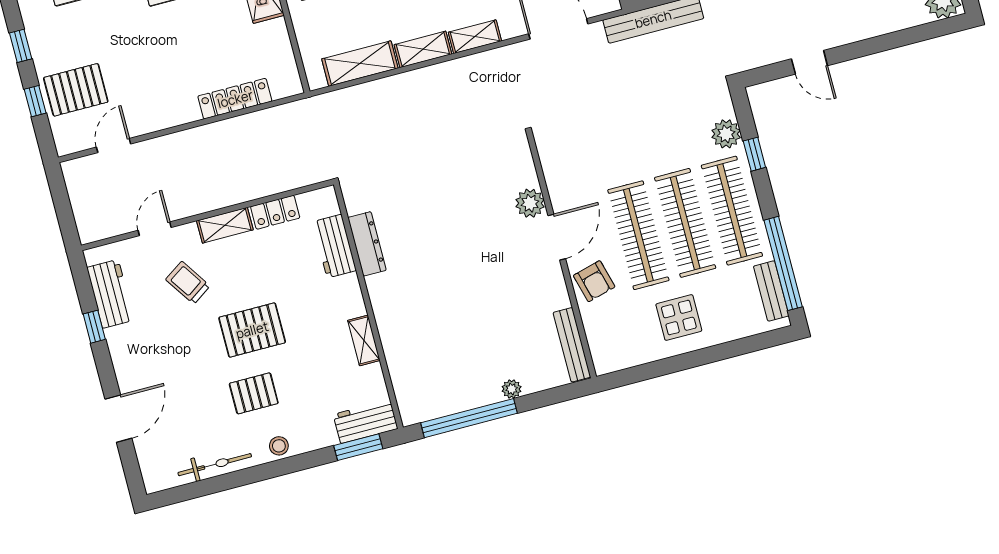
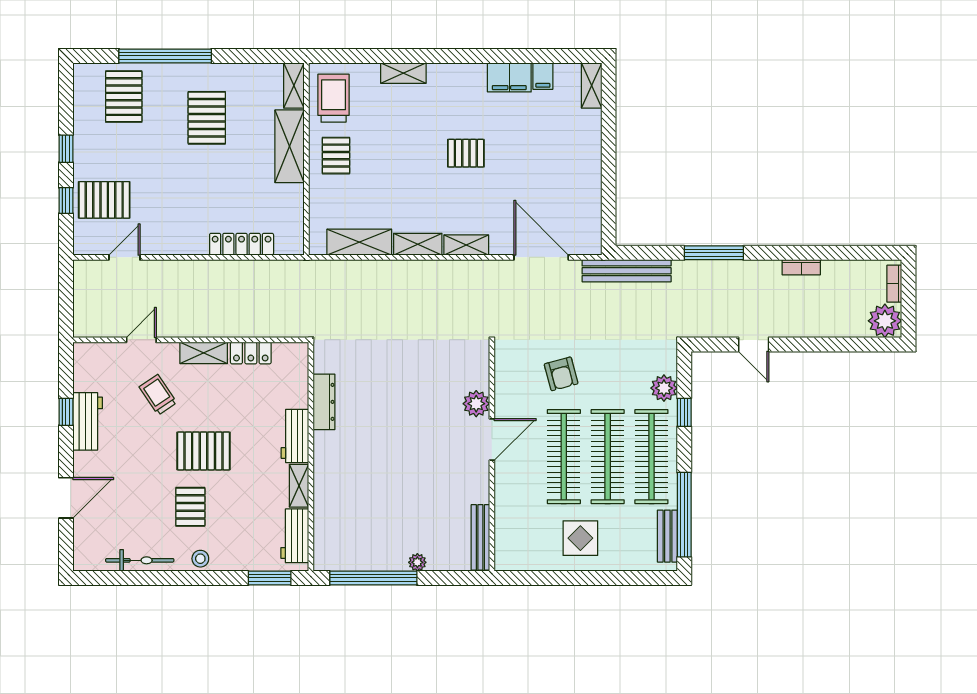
workbench: (334, 246) -> (295, 436), moved
armchair: (594, 281) -> (561, 374), moved
workbench: (110, 294) -> (88, 421), moved
pallet: (254, 393) -> (190, 507), turned 90
workbench: (366, 422) -> (295, 536), moved, turned -90

